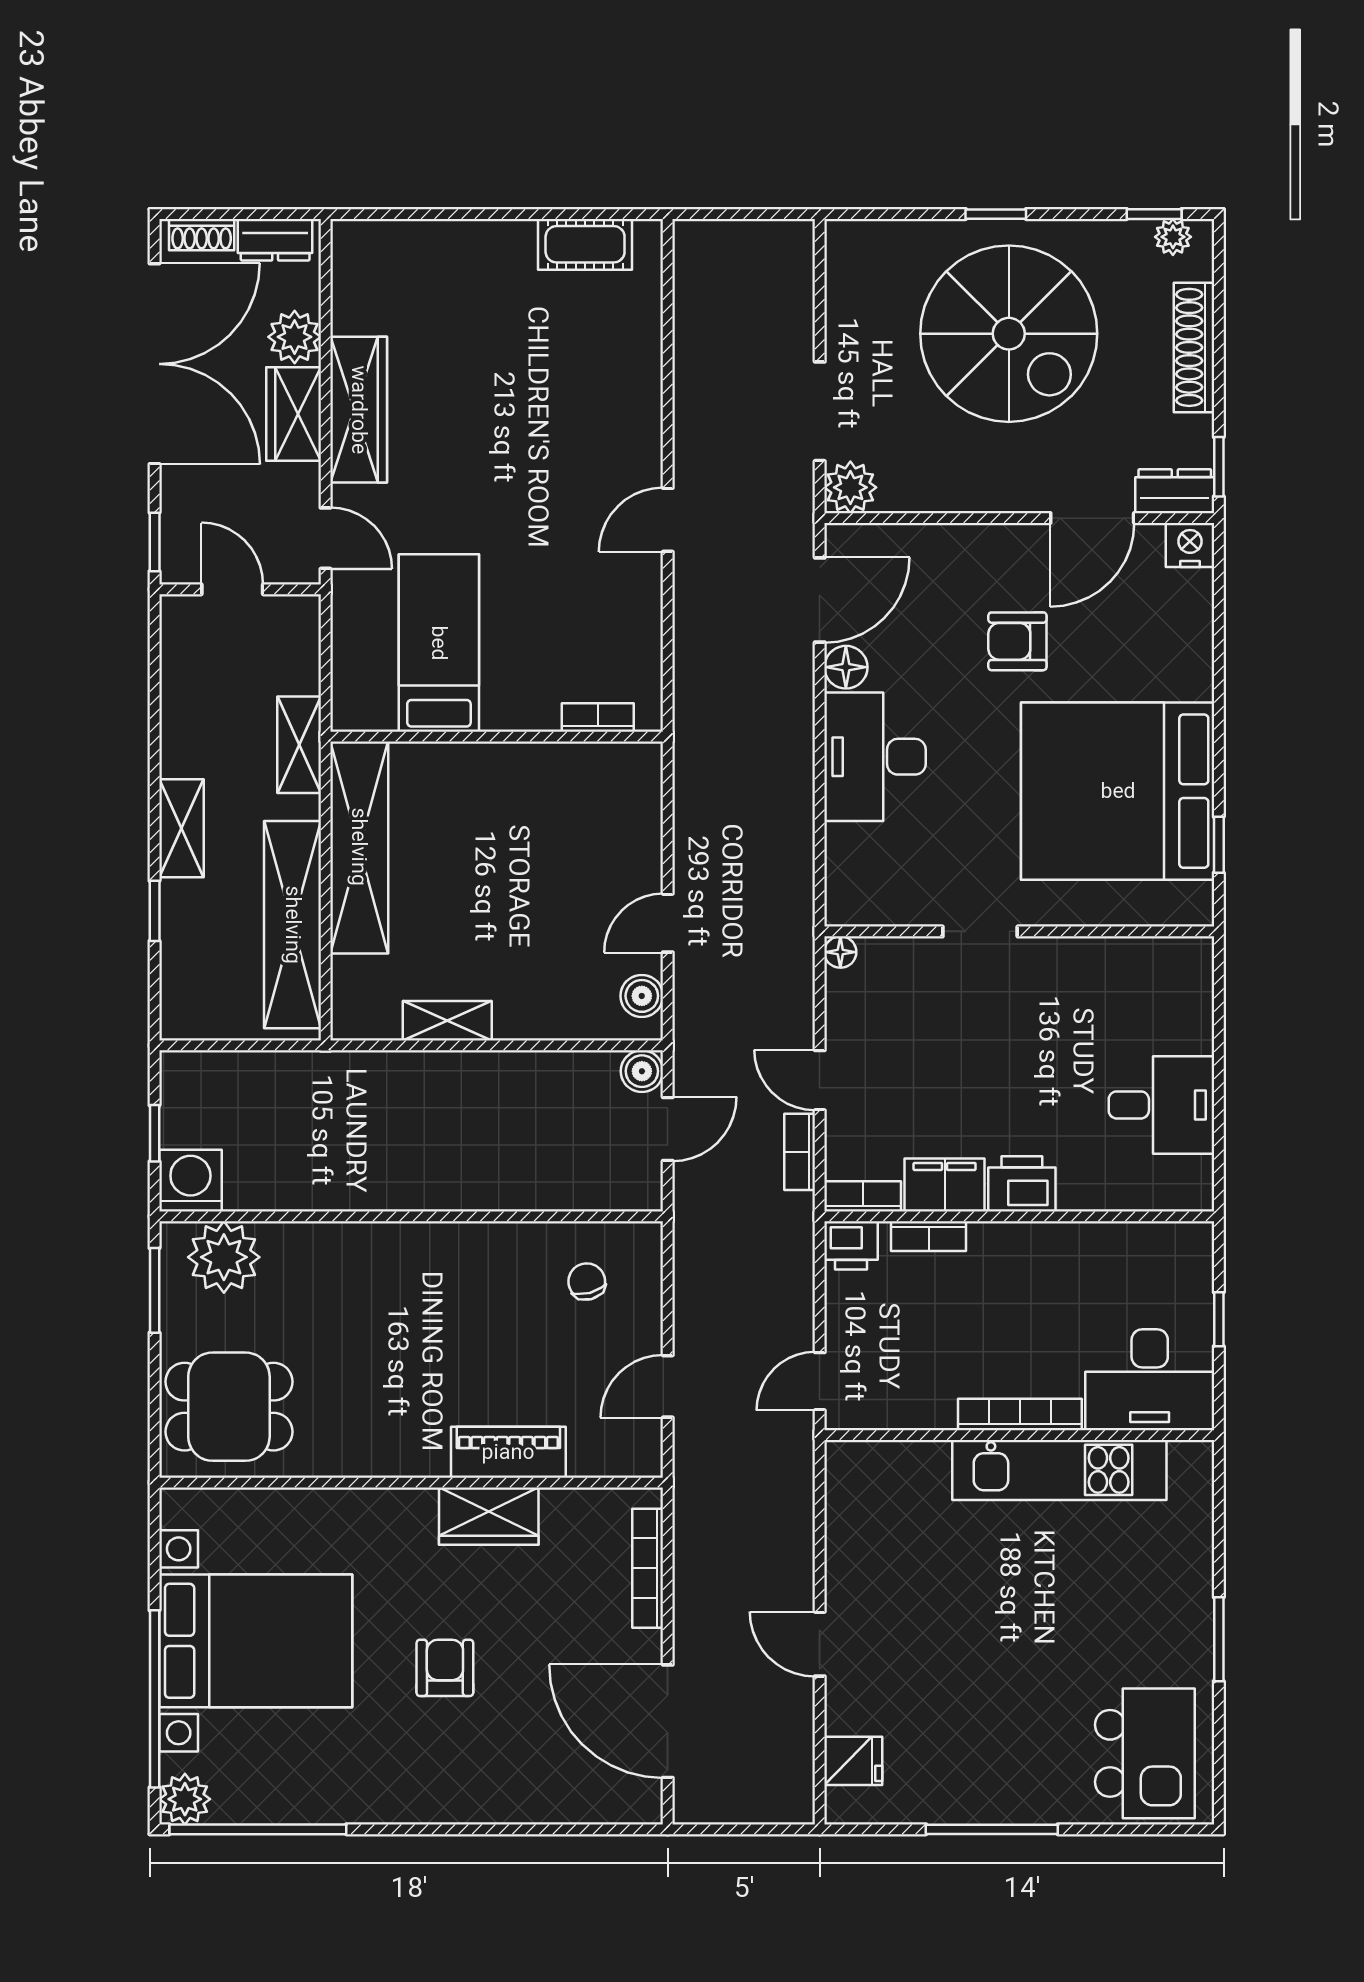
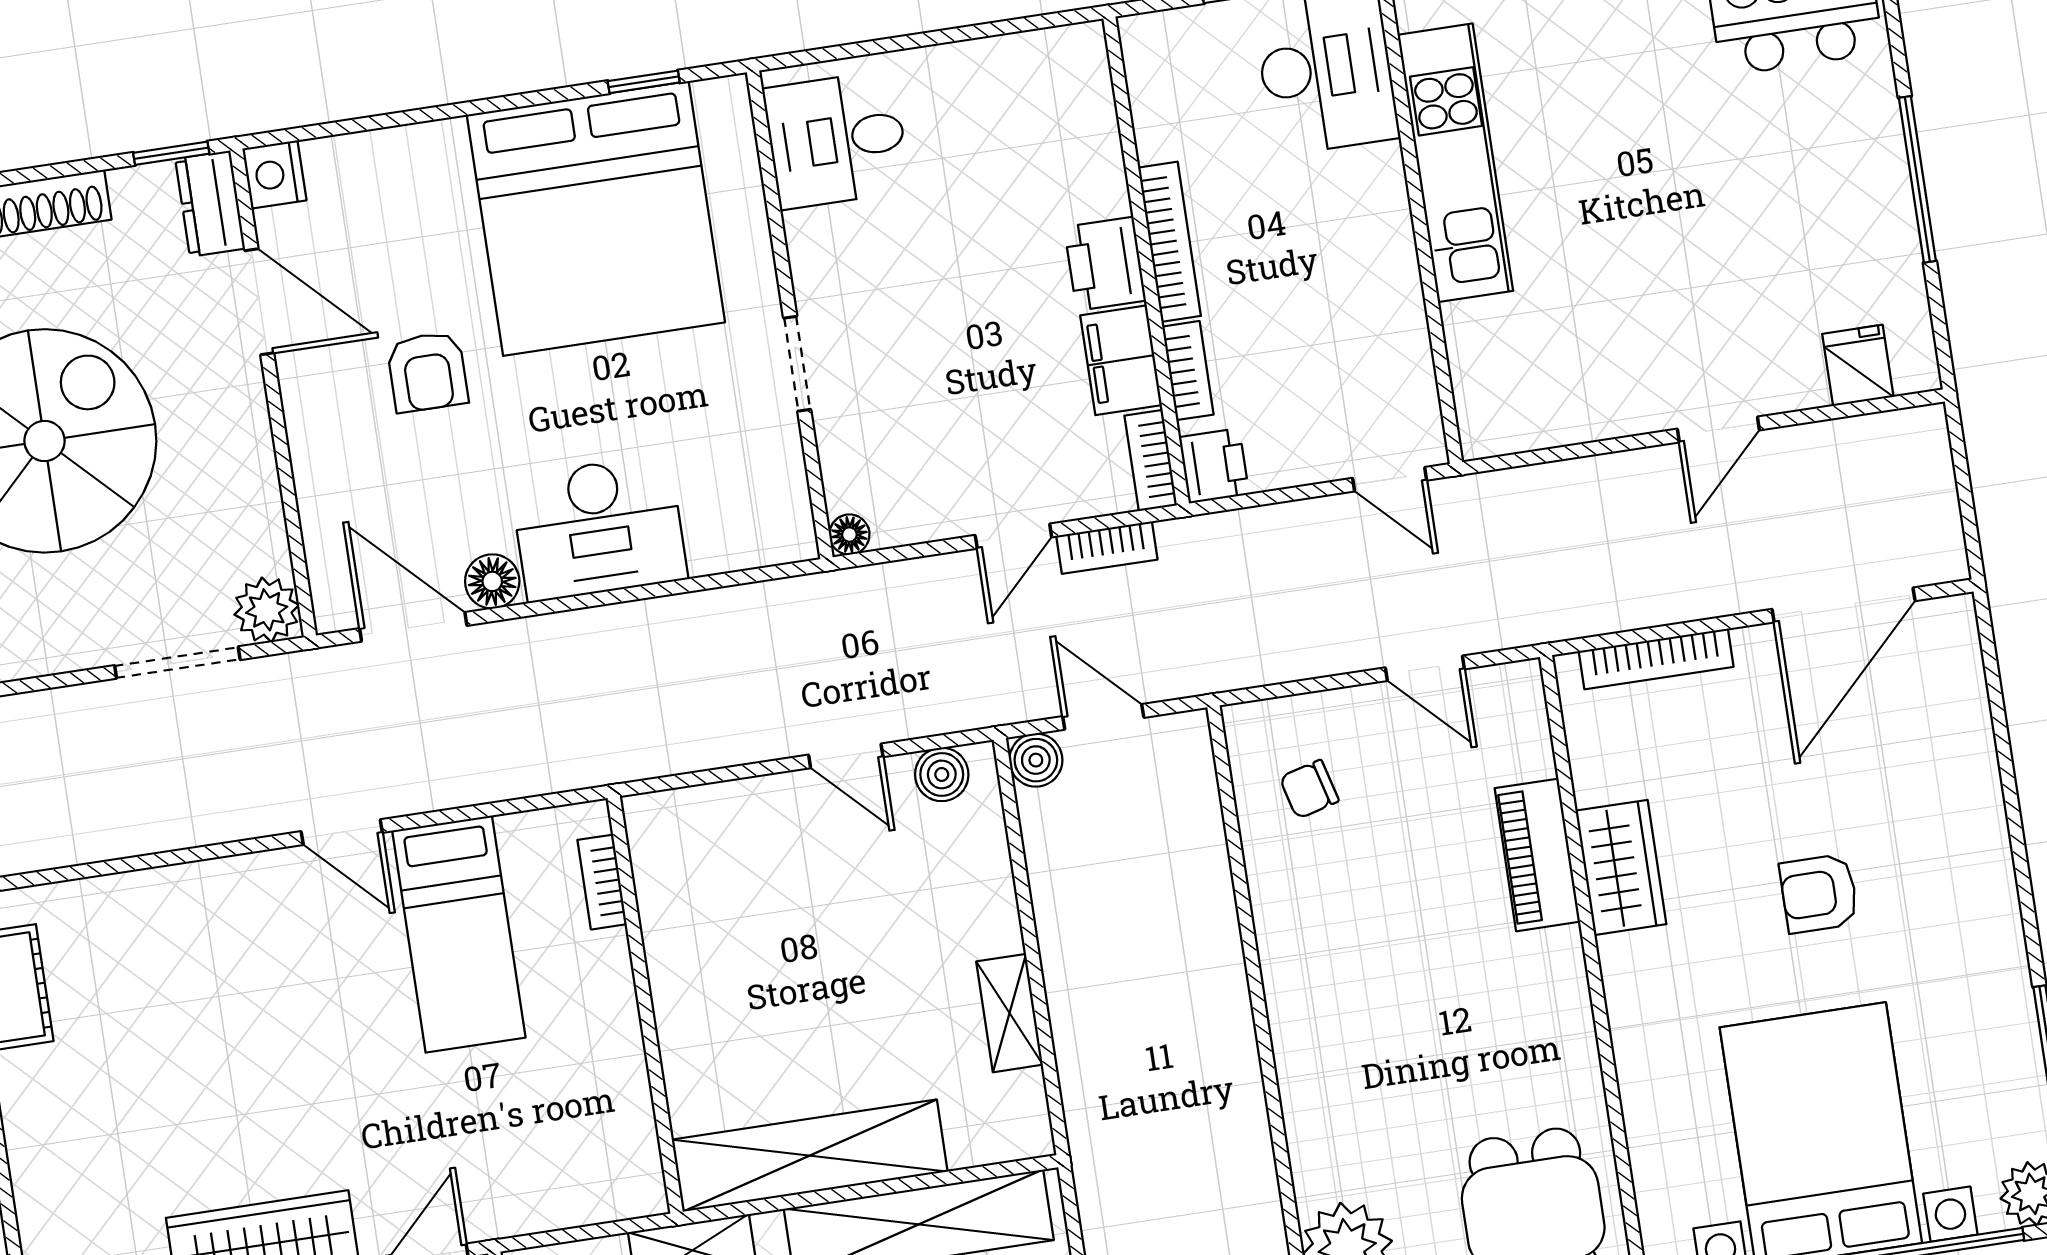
bed: (439, 643) -> (459, 934), moved, turned -90
desk: (1161, 1105) -> (837, 140), moved, turned -90
bookcase: (1020, 1414) -> (1169, 242), moved, turned 180

